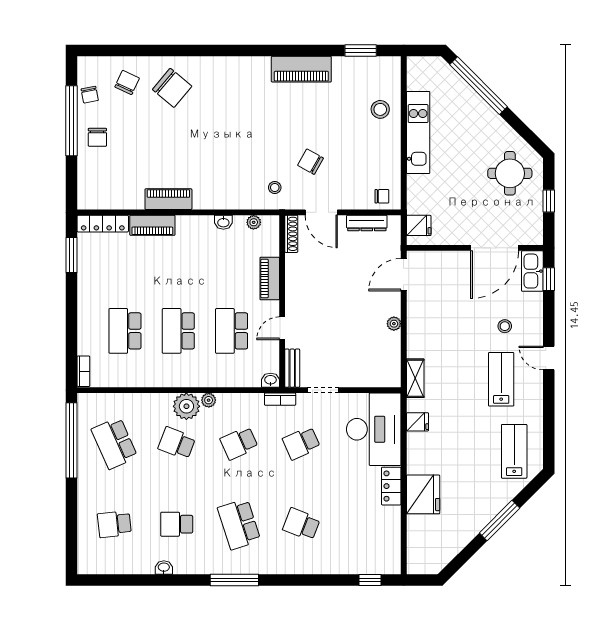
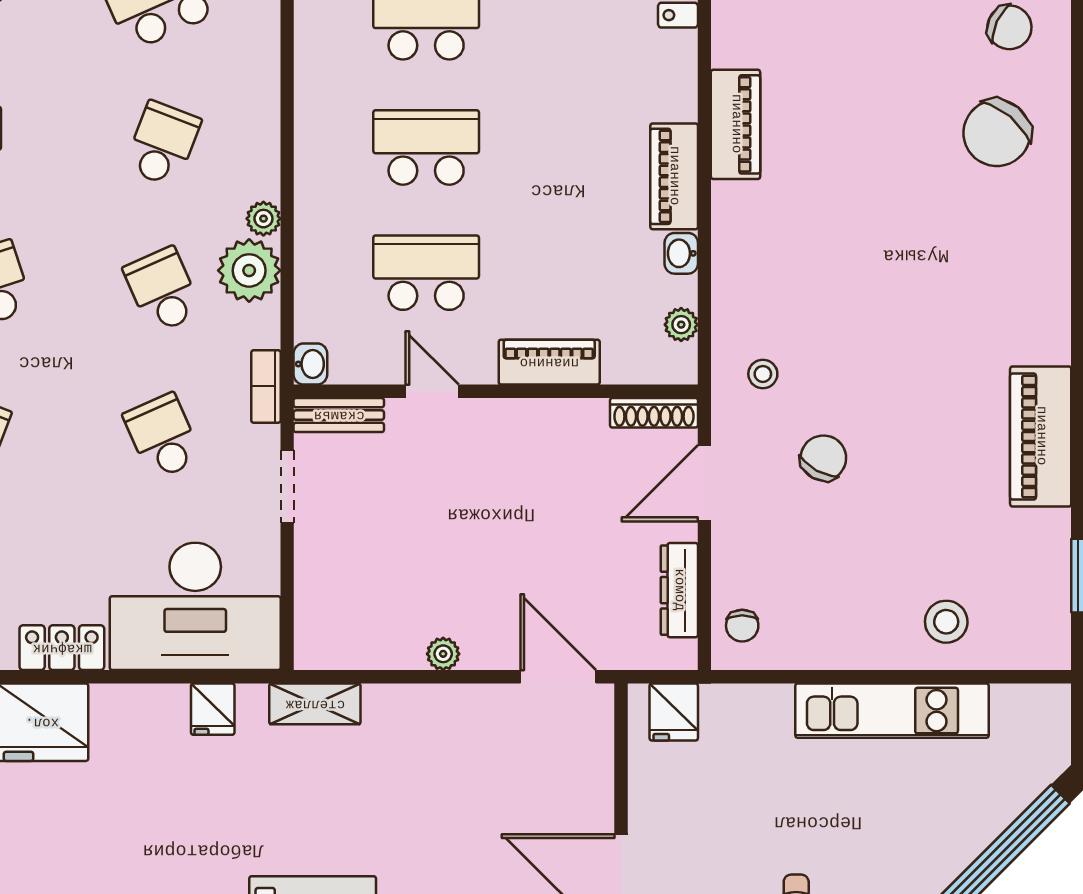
piano: (152, 225) -> (674, 176), moved
plant: (186, 406) -> (249, 270), moved

